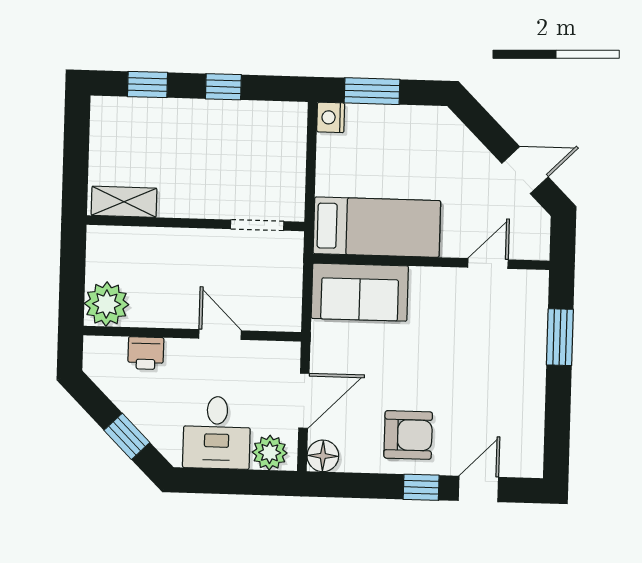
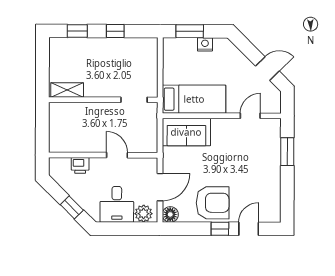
nightstand: (331, 117) -> (205, 44), moved, turned 90
plant: (107, 304) -> (60, 141), removed
armchair: (408, 435) -> (213, 203), width x1.36, depth x1.36

